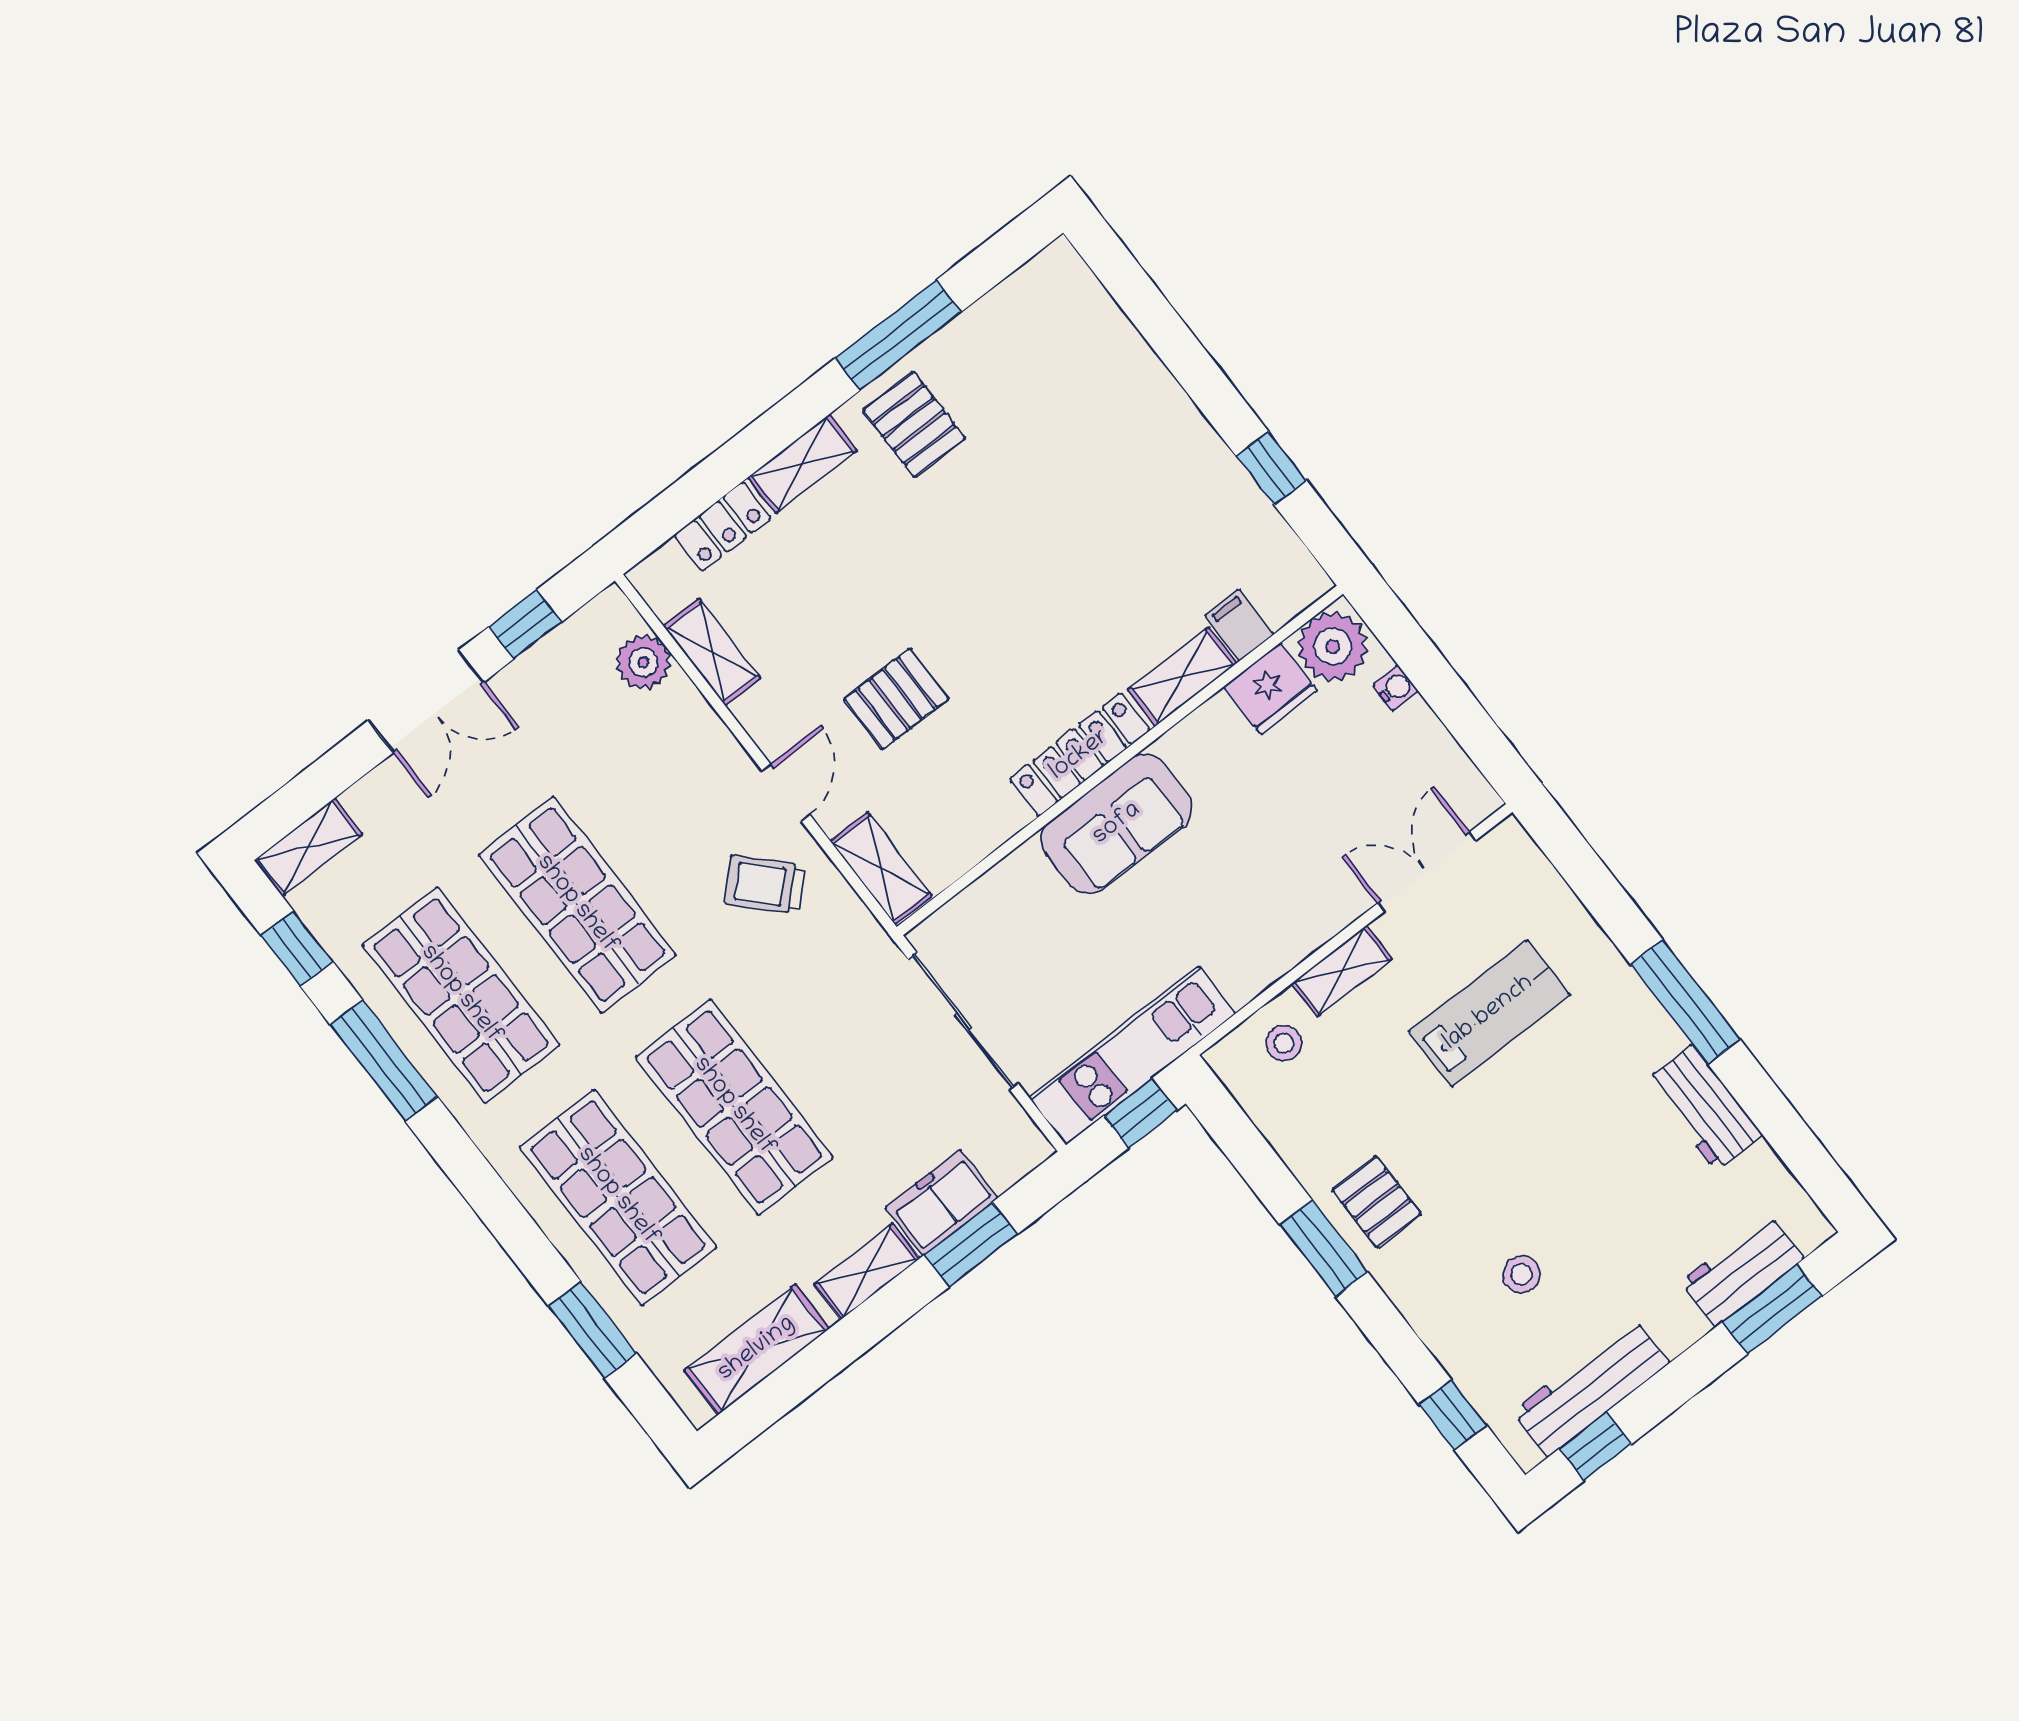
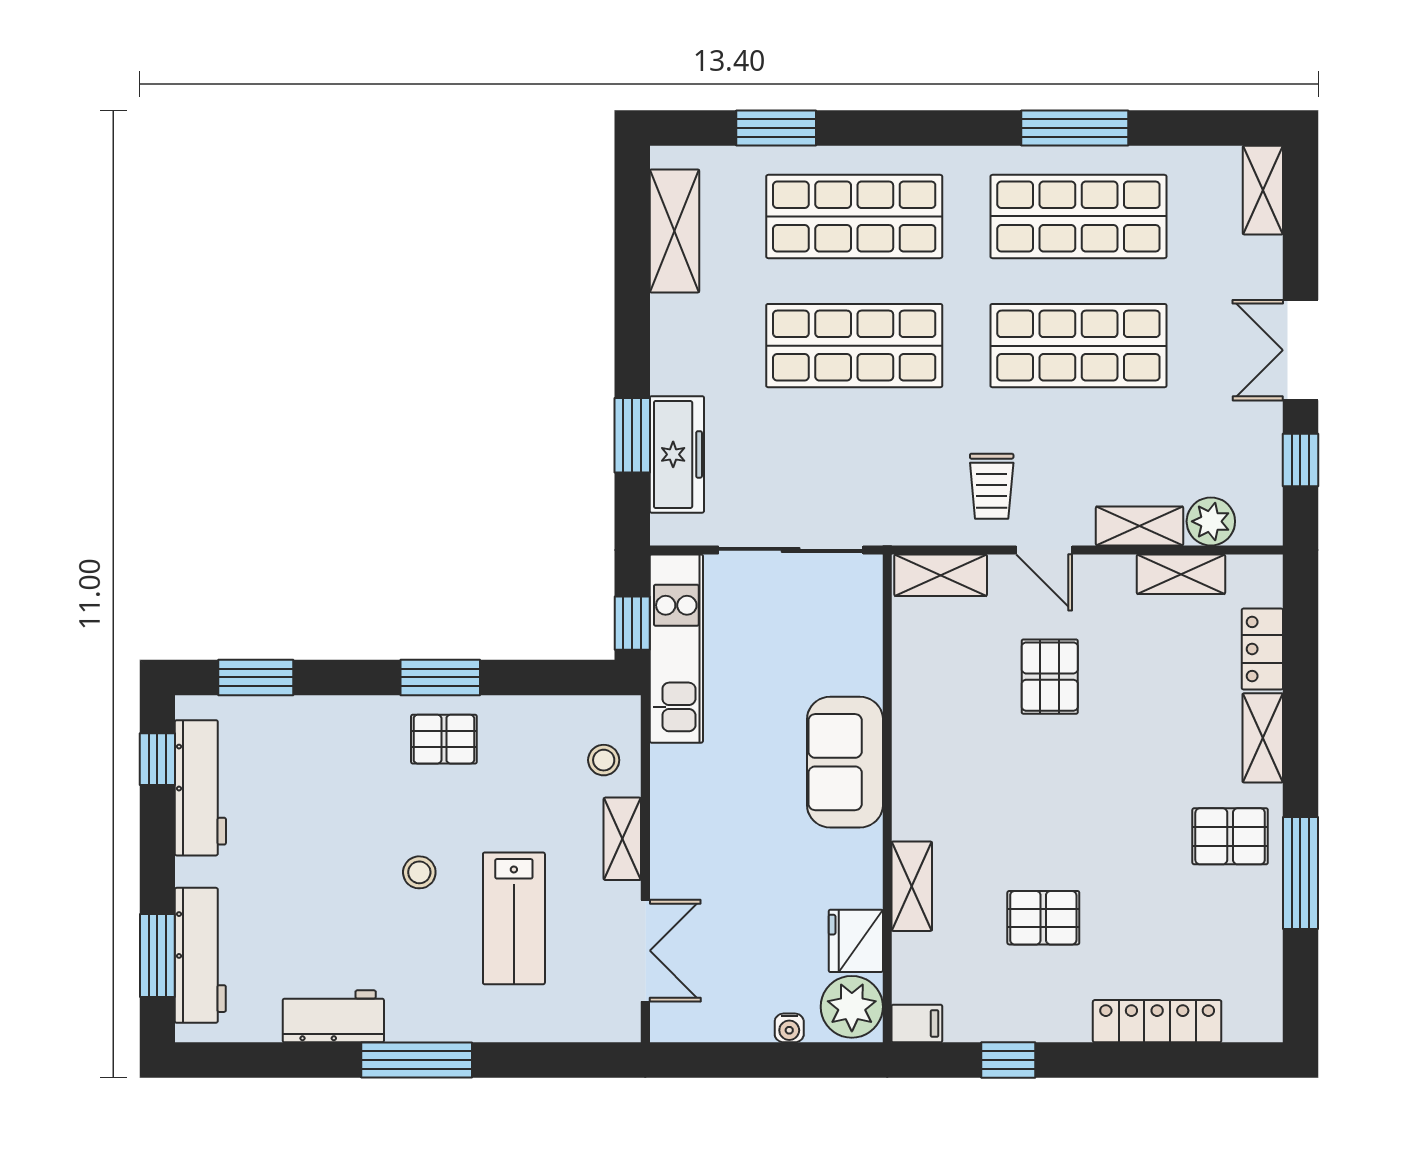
pallet: (1118, 536) -> (1043, 918), added
filing cabinet: (1239, 625) -> (917, 1023), moved
locker: (1080, 755) -> (1157, 1021), moved, turned -90
trolley: (765, 885) -> (992, 486), turned 134
window: (297, 949) -> (1199, 128), removed
freezer: (942, 1203) -> (677, 454), width x1.40
workbench: (1742, 1270) -> (200, 955), width x1.38
shelving: (867, 1271) -> (1140, 526), moved, turned 90
stool: (1522, 1274) -> (419, 872), moved
window: (1453, 1415) -> (256, 677), width x1.50

